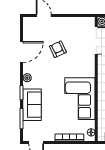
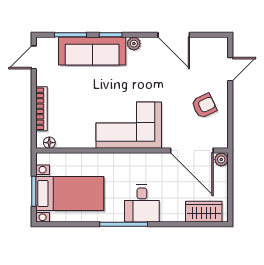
armchair: (58, 49) -> (204, 106), moved
corner sofa: (80, 99) -> (129, 125), moved
sofa: (32, 105) -> (92, 51), width x1.36

